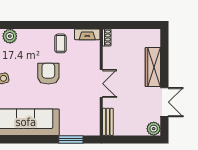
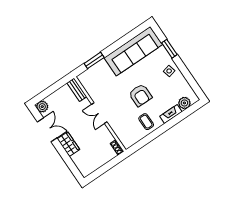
fireplace: (87, 34) -> (171, 114), moved
wardrobe: (153, 67) -> (68, 144), width x0.67
double door: (164, 102) -> (47, 130), swing flipped

